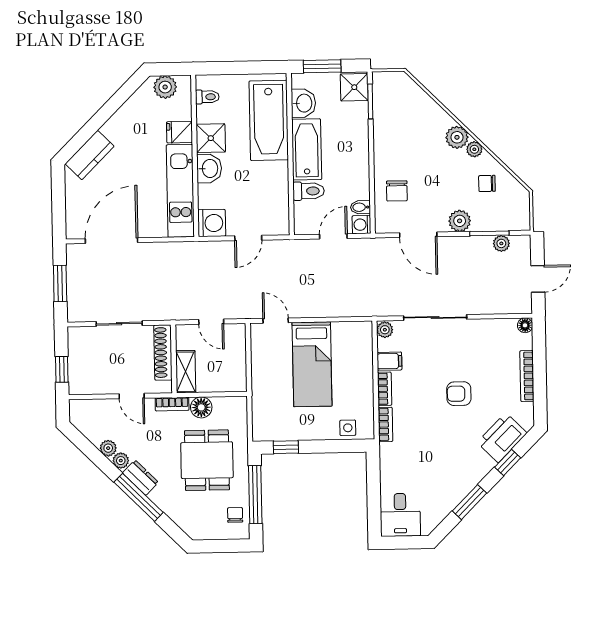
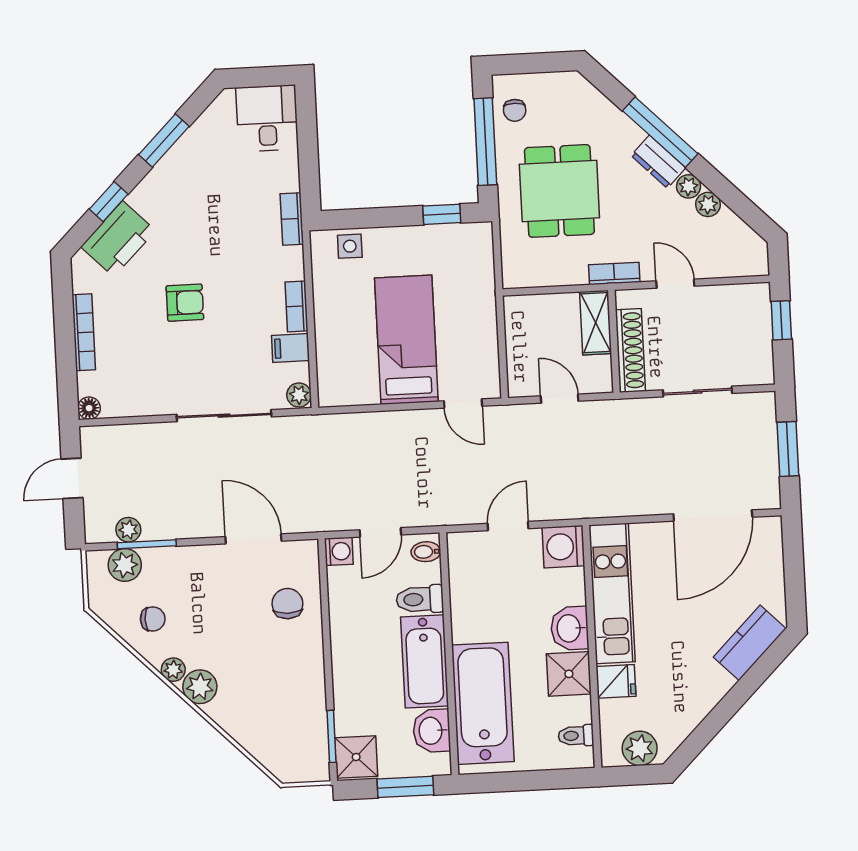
bidet: (360, 207) -> (426, 552), moved, turned 180
plant: (460, 221) -> (125, 565), moved
floor lamp: (201, 407) -> (570, 270), removed
bookcase: (385, 424) -> (292, 219), moved

